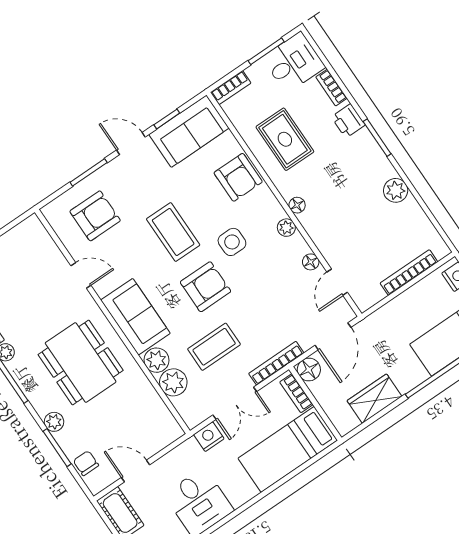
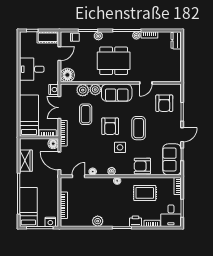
coffee table: (173, 232) -> (139, 128), turned 90
door: (337, 282) -> (78, 176), hinge flipped
floor lamp: (165, 430) -> (67, 75), added

